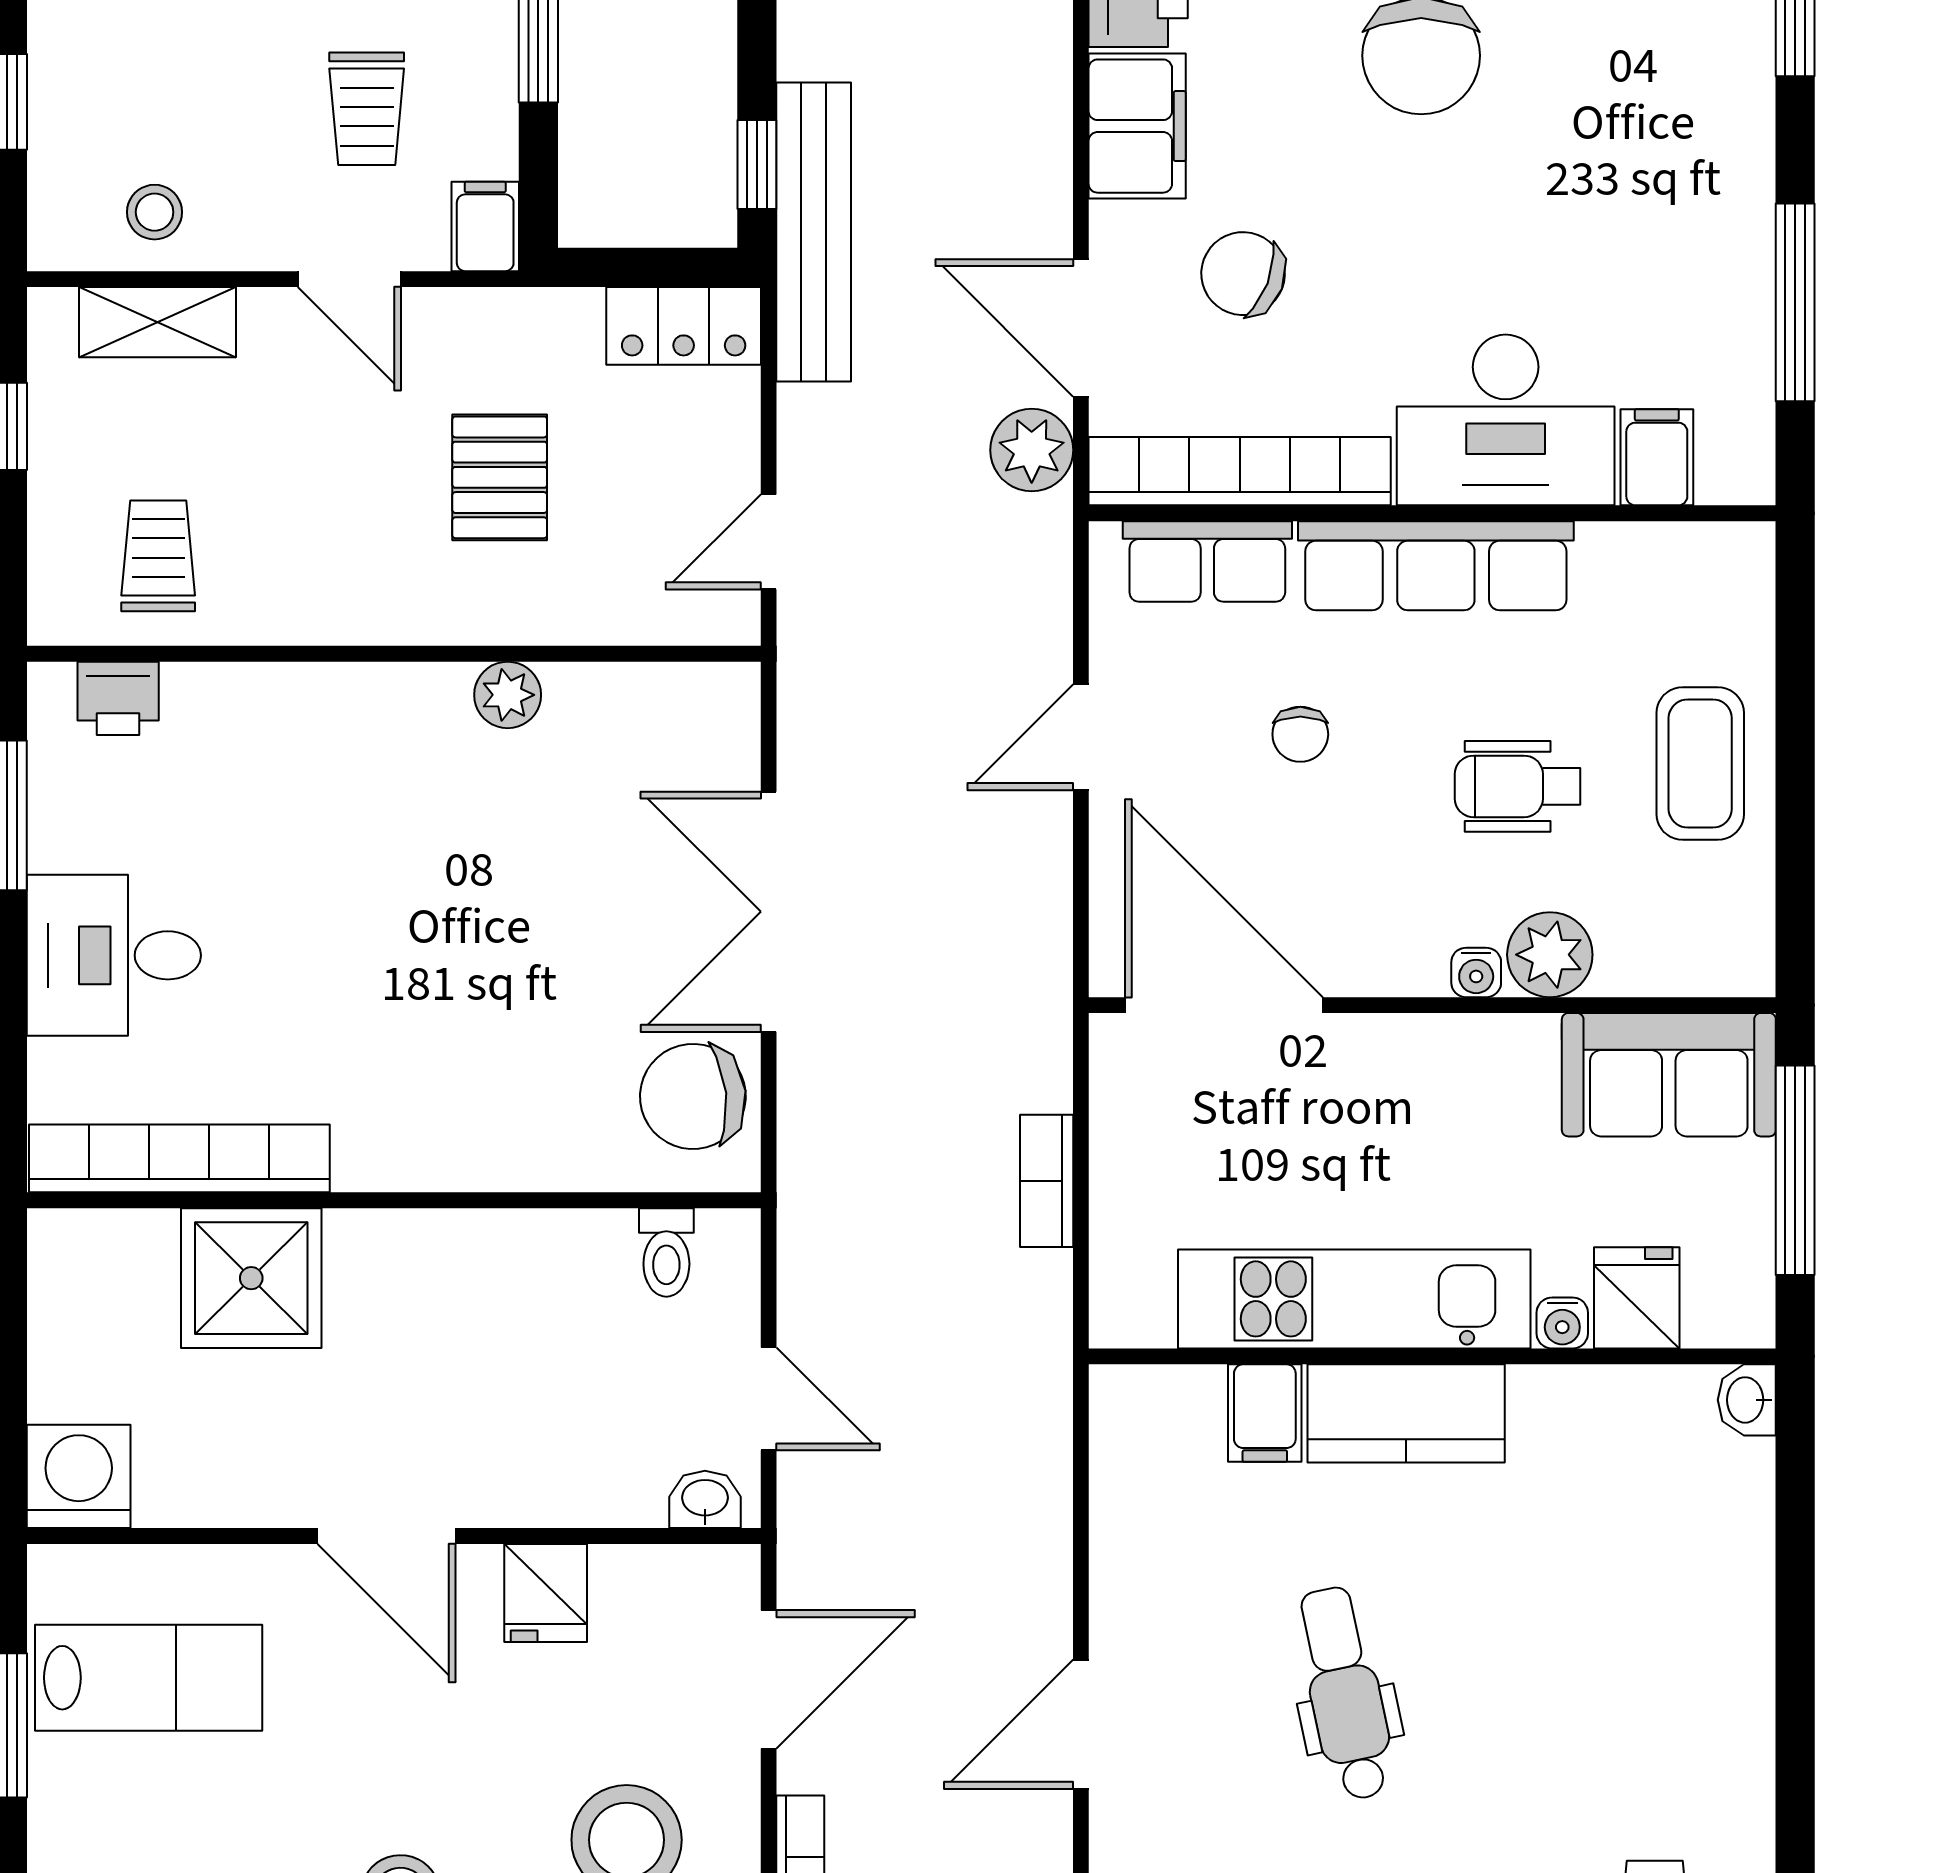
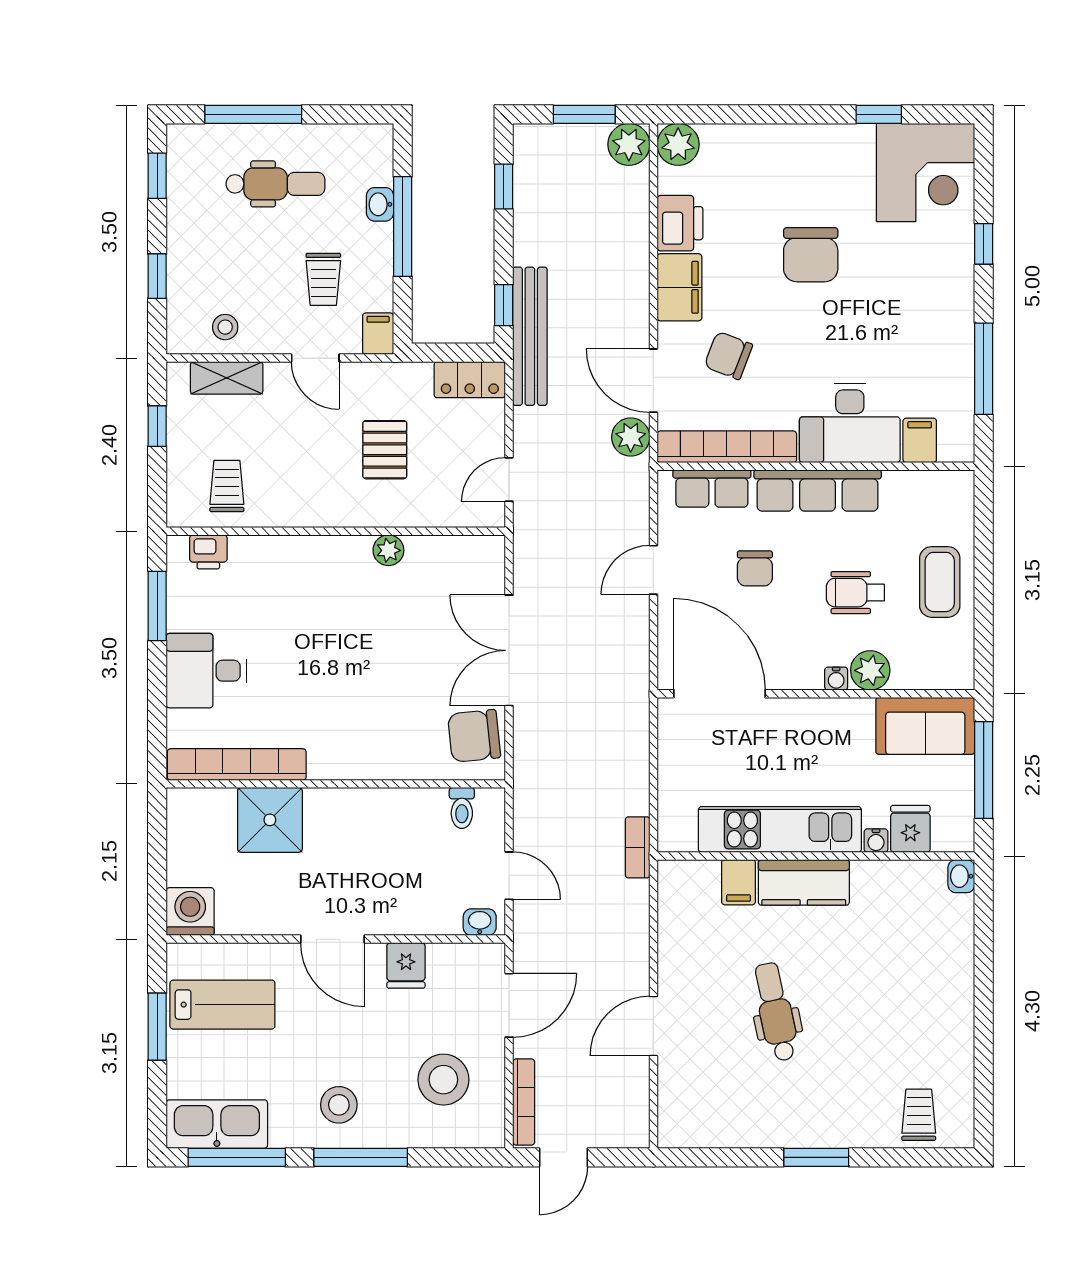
chair: (1300, 734) -> (755, 568), width x1.37, depth x1.37
bookcase: (1047, 1181) -> (638, 847), moved

